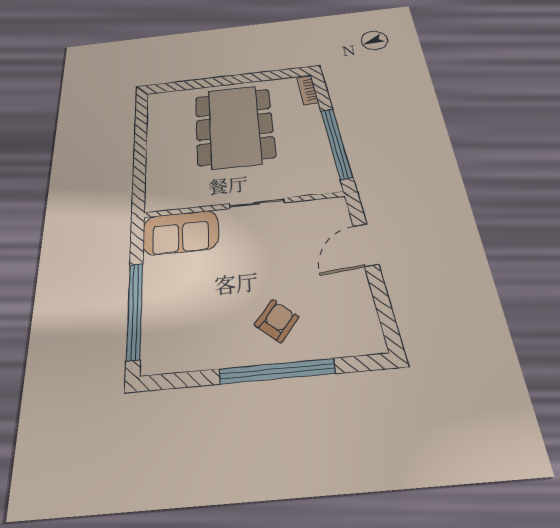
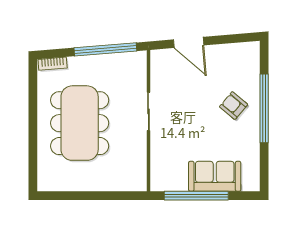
dining table: (234, 126) -> (80, 123), turned 90
sofa: (181, 233) -> (215, 176), moved, turned -90
window: (135, 311) -> (196, 196), moved

